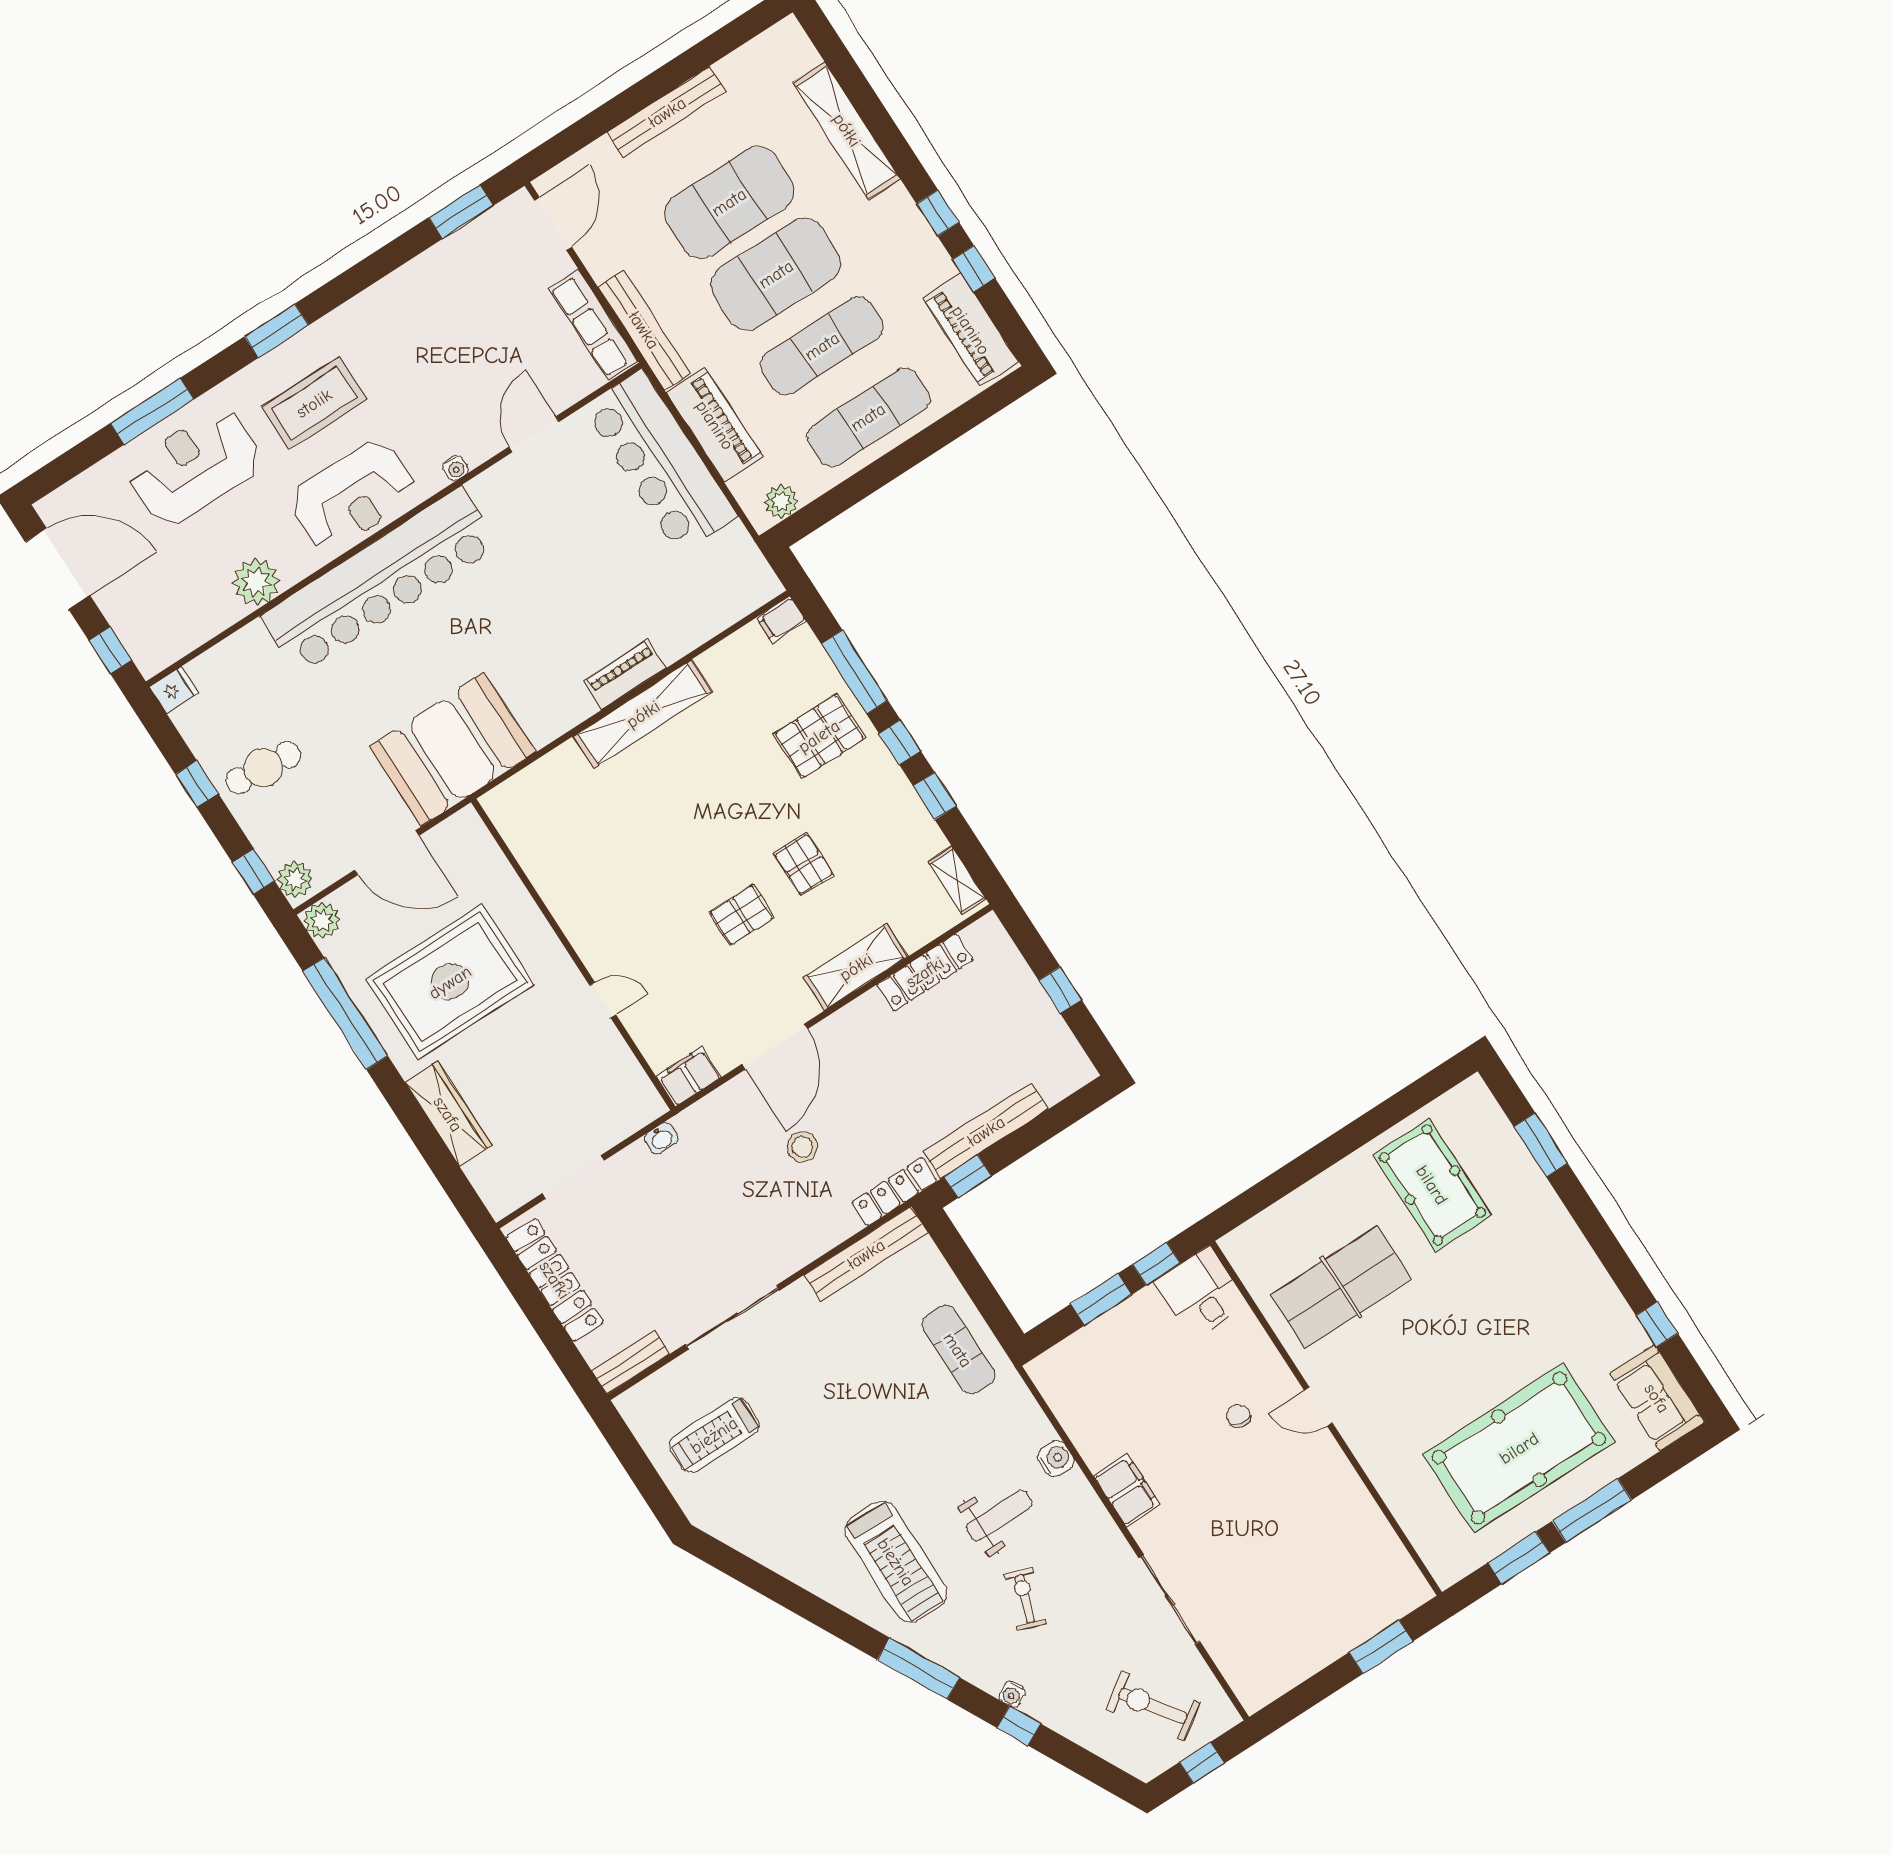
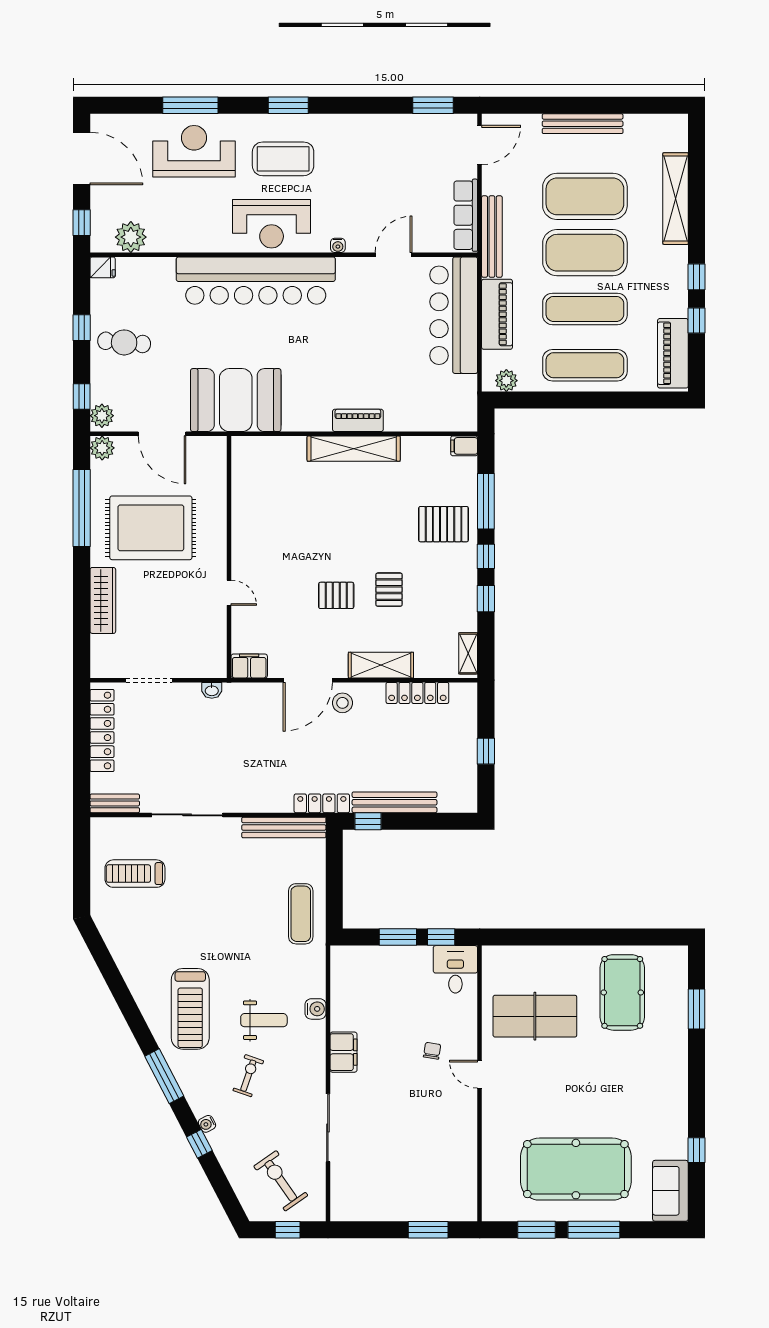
plant: (256, 582) -> (131, 237), moved
stool: (802, 1147) -> (342, 703), moved

